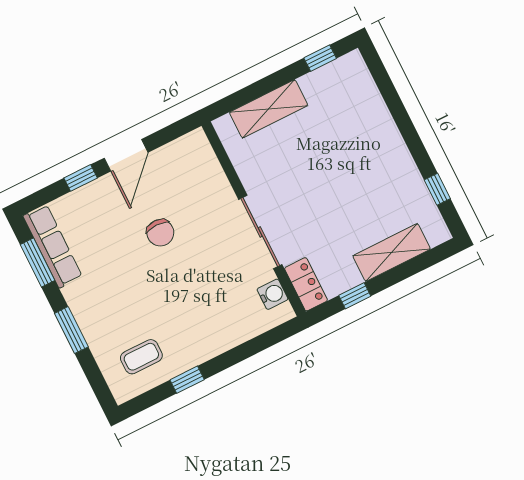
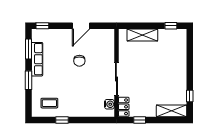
window: (81, 178) -> (42, 26), moved
row of seats: (53, 246) -> (37, 59), moved
shelving: (392, 252) -> (172, 111), moved

